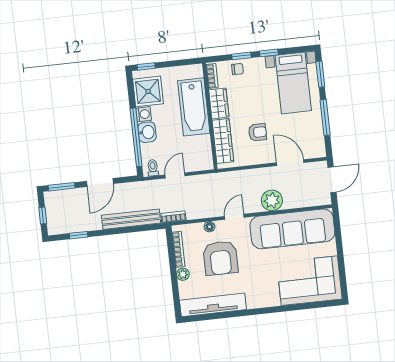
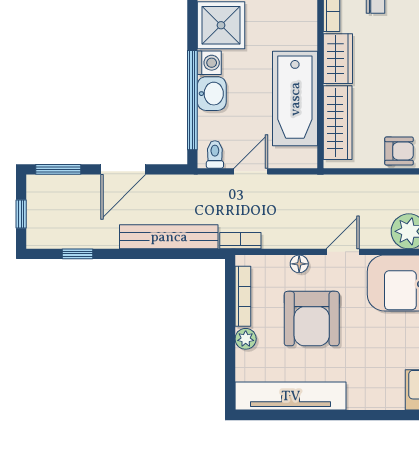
bathtub: (194, 107) -> (295, 99), moved
armchair: (258, 132) -> (399, 151), moved

